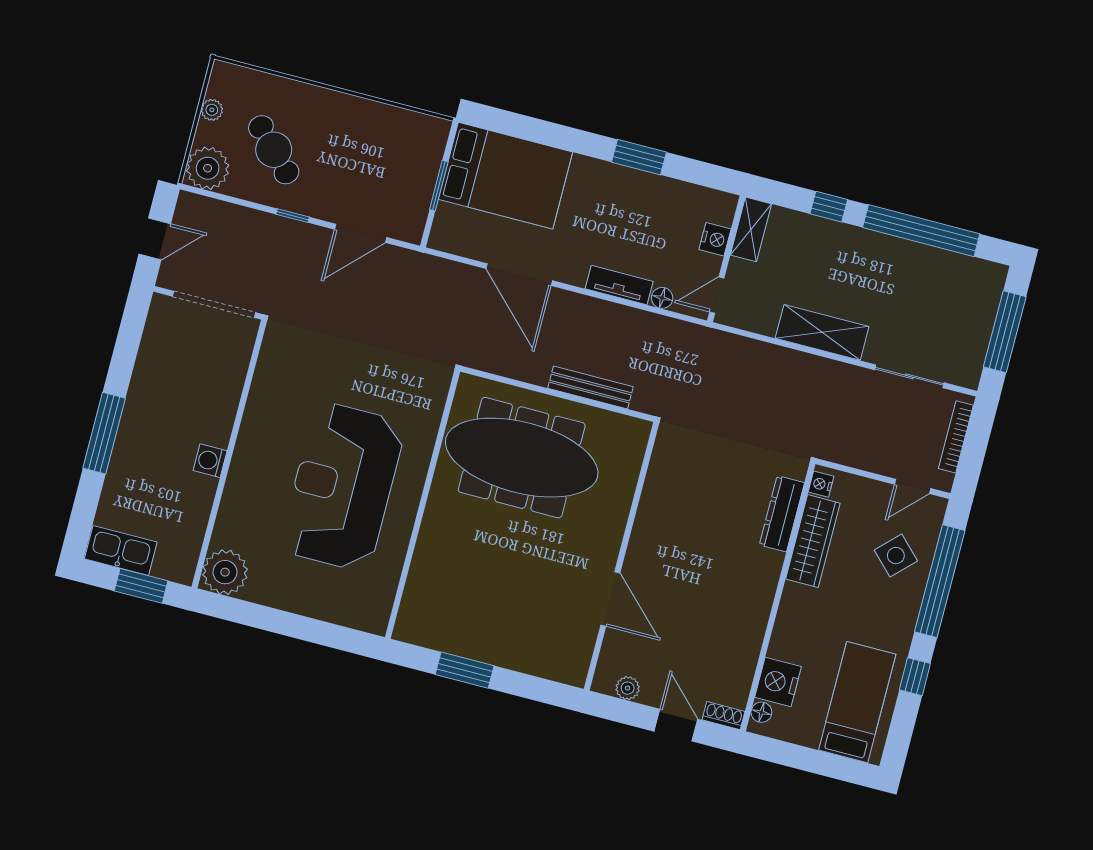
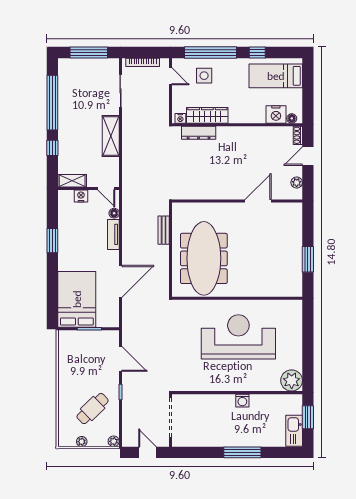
plant: (208, 168) -> (114, 441), width x0.53, depth x0.53
bench: (590, 388) -> (164, 230), width x0.73
reception desk: (343, 487) -> (238, 337), turned 180
side table: (896, 556) -> (204, 76), turned 45

